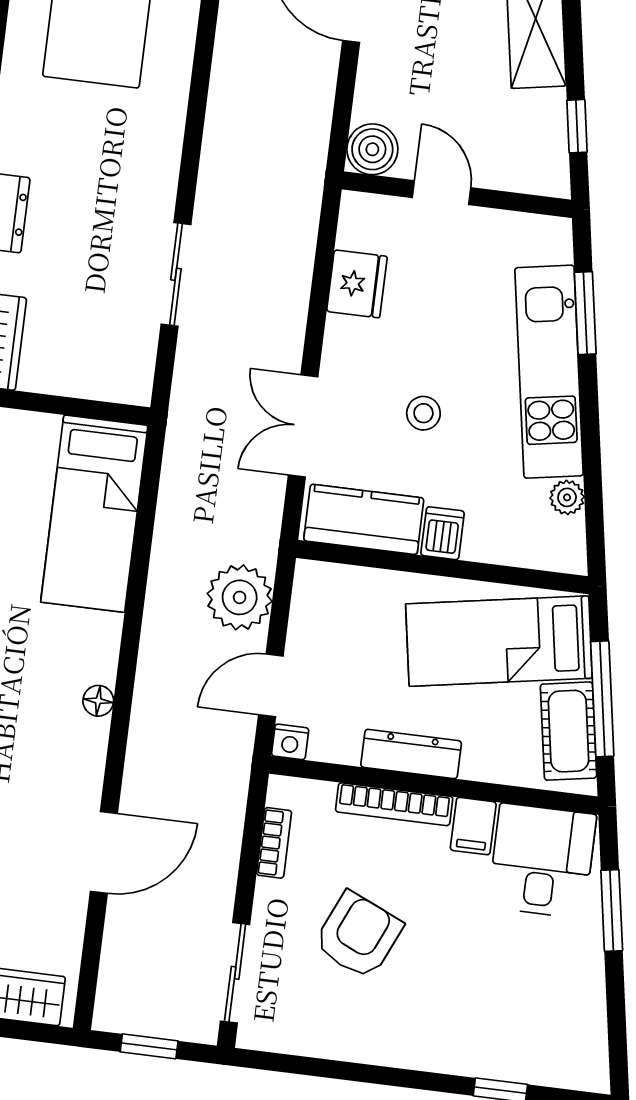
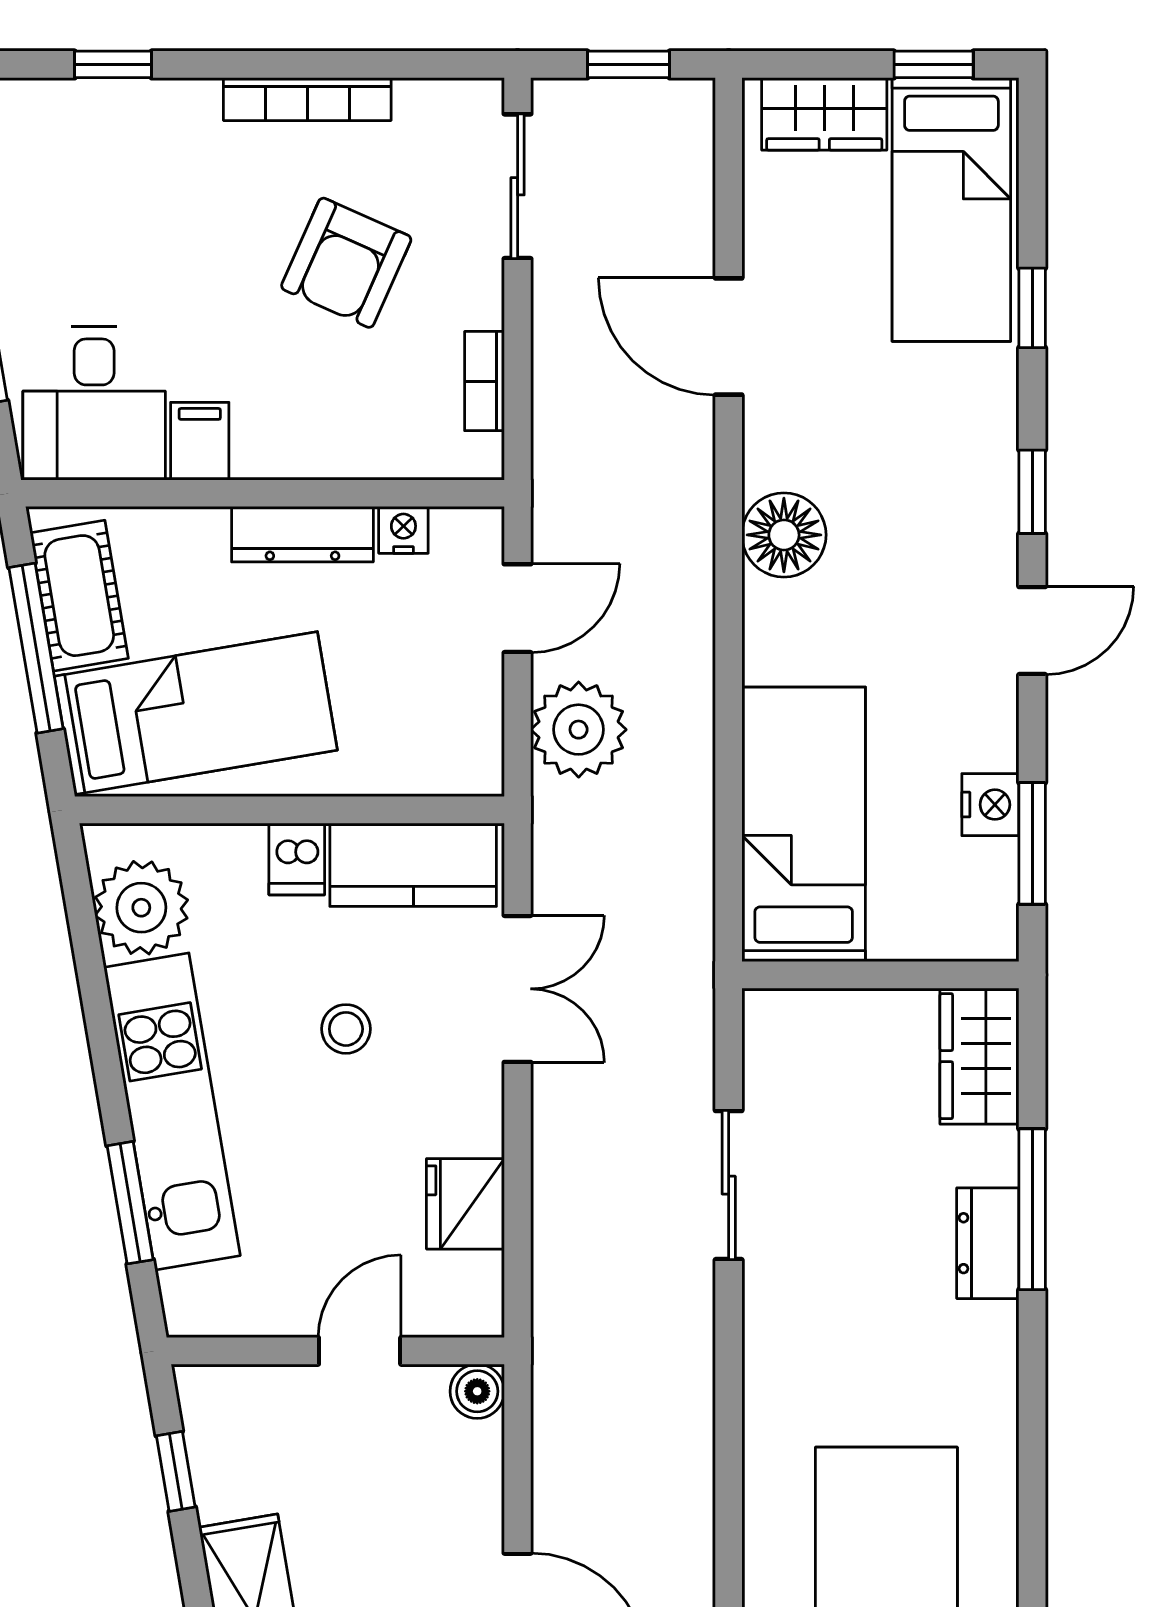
boiler: (372, 149) -> (477, 1391), width x0.73, depth x0.73
door: (442, 193) -> (360, 1351), swing flipped
plant: (567, 497) -> (141, 908), width x1.88, depth x1.88
floor lamp: (98, 701) -> (784, 535), width x1.89, depth x1.89
nightstand: (290, 742) -> (403, 530), moved
bookcase: (394, 804) -> (307, 99), moved, turned 180
door: (104, 852) -> (729, 337), hinge flipped

